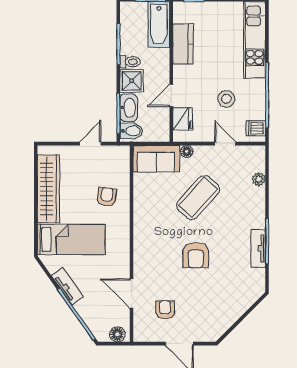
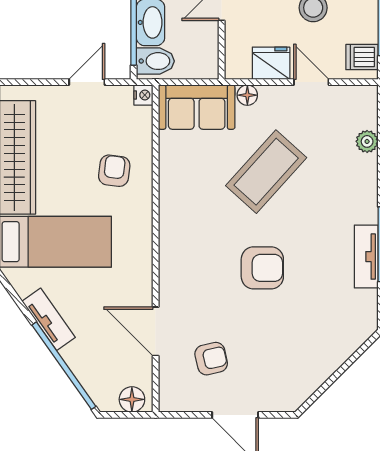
fridge: (183, 119) -> (271, 63), moved, turned -90
nightstand: (124, 151) -> (143, 95), added
armchair: (196, 255) -> (262, 268), turned -90
armchair: (165, 310) -> (211, 359), turned 77

